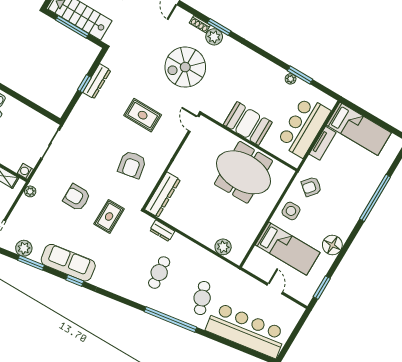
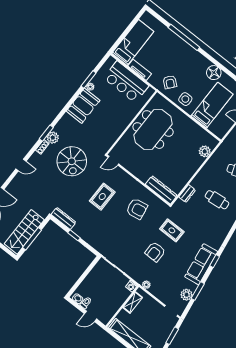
dresser: (97, 81) -> (64, 218), moved
booth: (248, 123) -> (83, 106), moved

